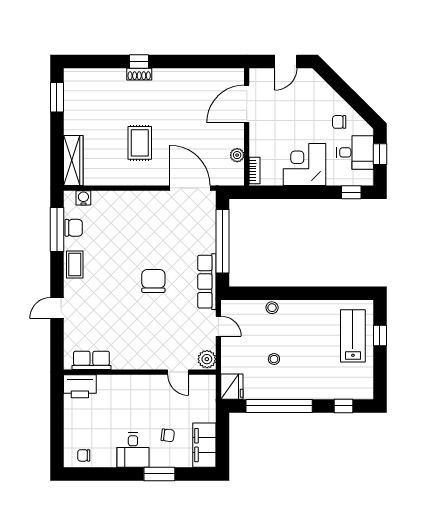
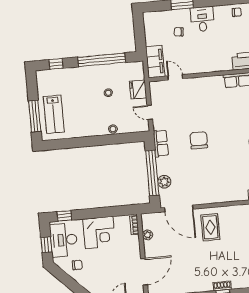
rug: (140, 143) -> (210, 227), moved
desk: (355, 152) -> (64, 240), width x1.37
chair: (153, 281) -> (199, 140), turned 180
row of seats: (207, 282) -> (161, 143), width x0.68
window: (380, 336) -> (35, 116), width x2.17
plant: (207, 359) -> (164, 182), moved
fridge: (232, 387) -> (138, 90), moved
filing cabinet: (204, 445) -> (155, 62), moved

